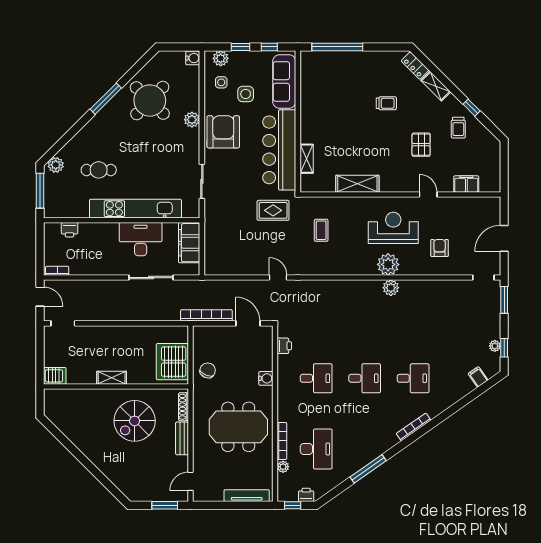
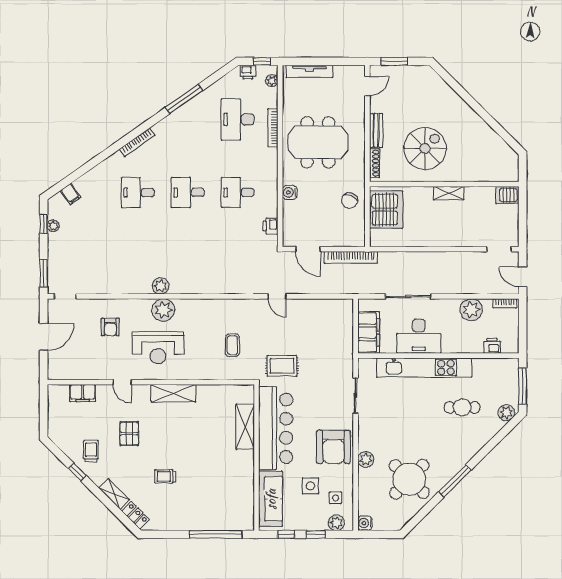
shelving: (307, 159) -> (245, 427), width x1.50, depth x1.33
shelving: (357, 184) -> (174, 393), moved
plant: (90, 265) -> (471, 310), added
plant: (283, 467) -> (272, 81), moved

